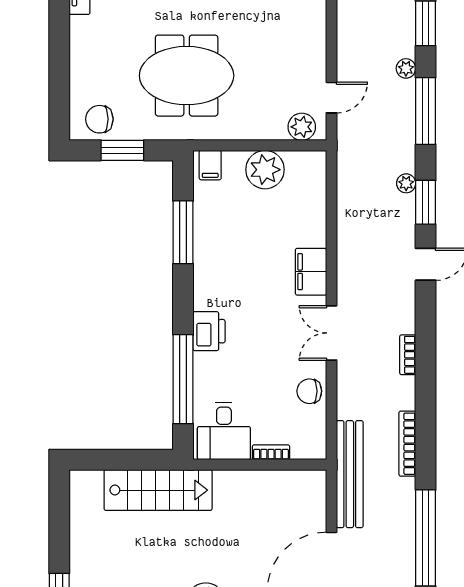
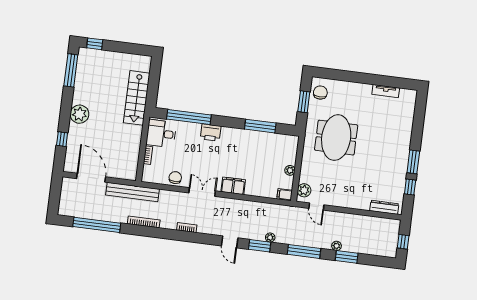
plant: (406, 68) -> (337, 246), moved
filing cabinet: (210, 165) -> (285, 195), moved
plant: (265, 170) -> (290, 170), width x0.53, depth x0.53

